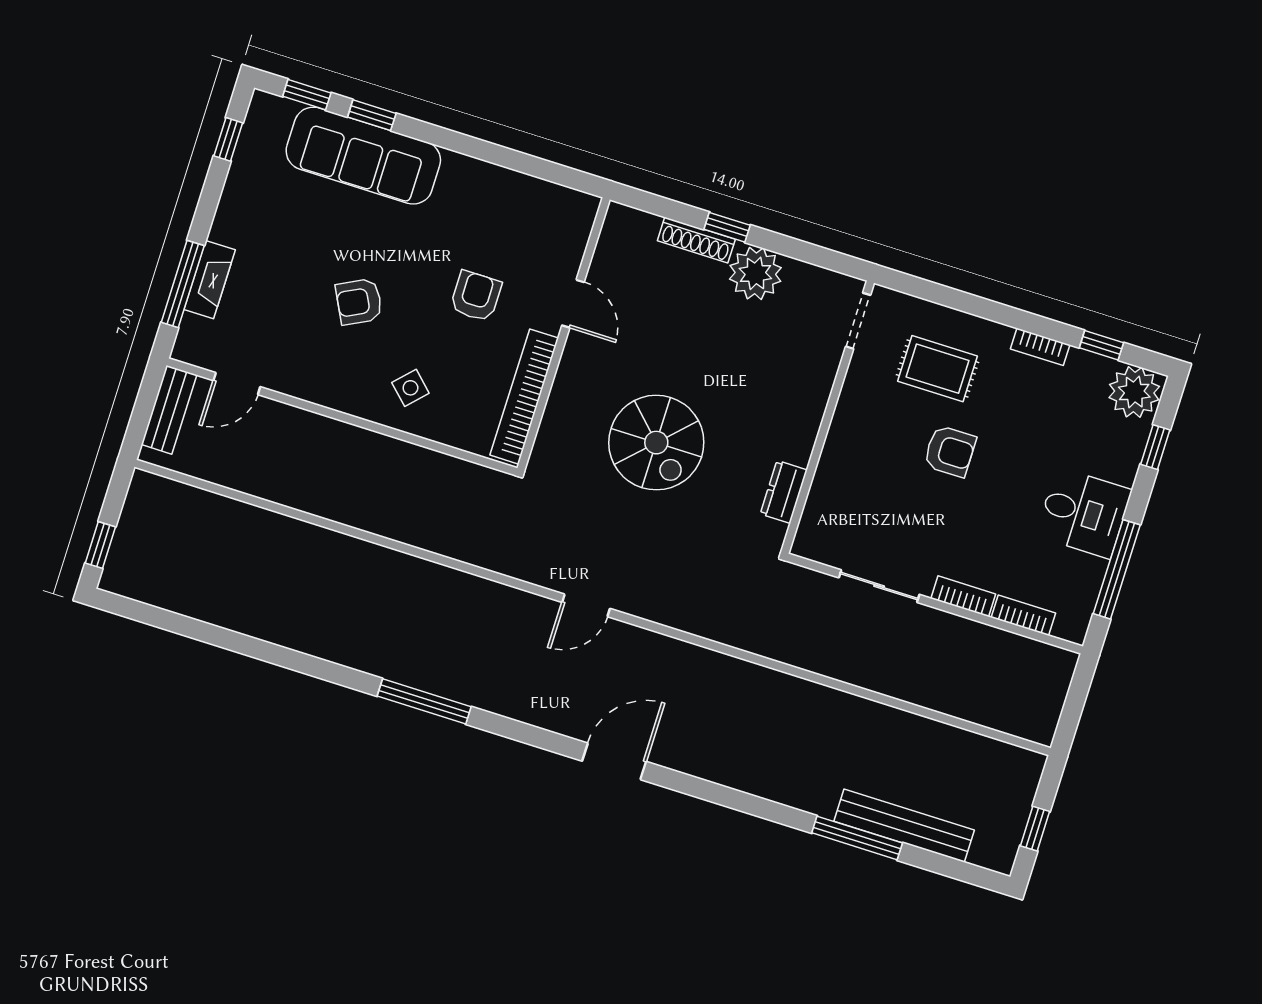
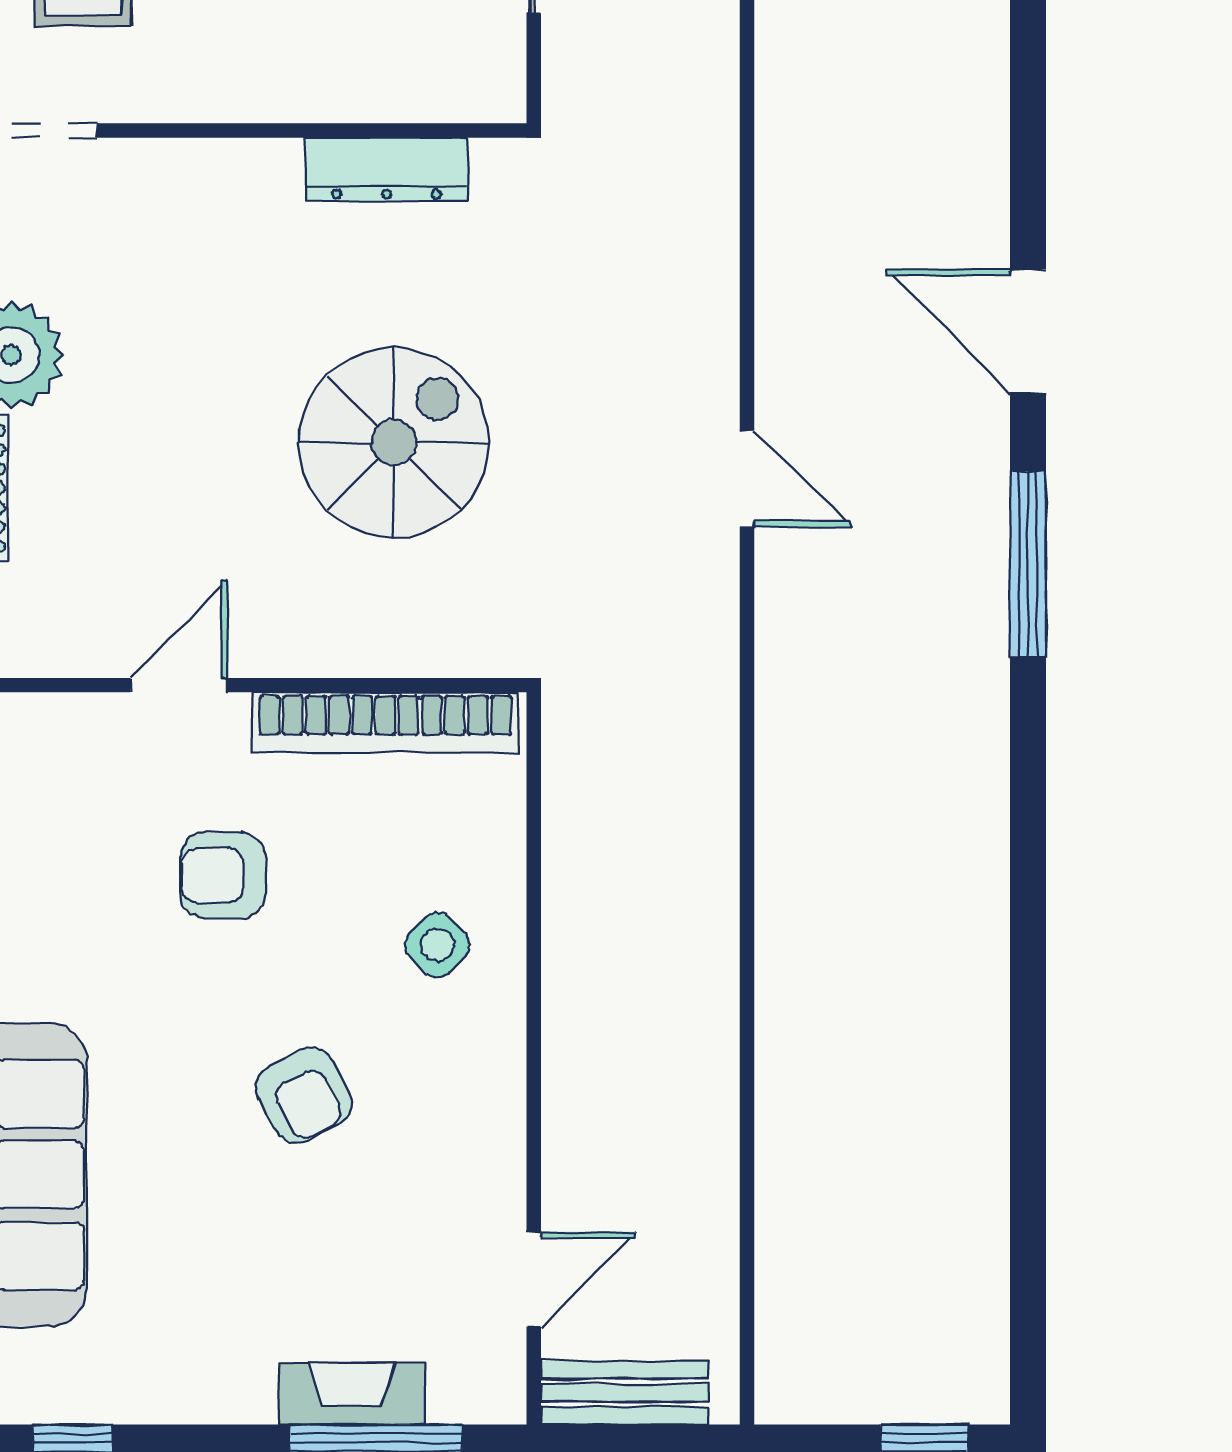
door: (237, 384) -> (534, 1279), hinge flipped
dresser: (784, 492) -> (387, 169), width x1.44
window: (424, 701) -> (1028, 564), moved

